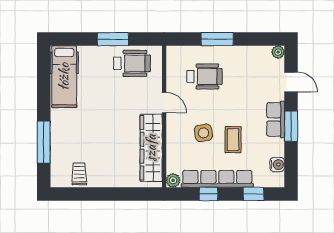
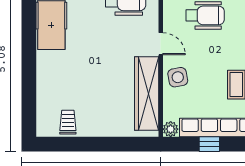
side table: (203, 133) -> (178, 77), moved
window: (44, 142) -> (29, 87), removed

